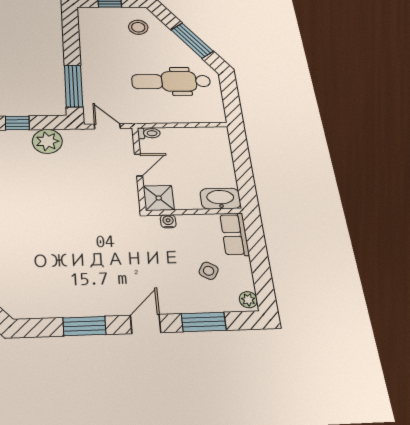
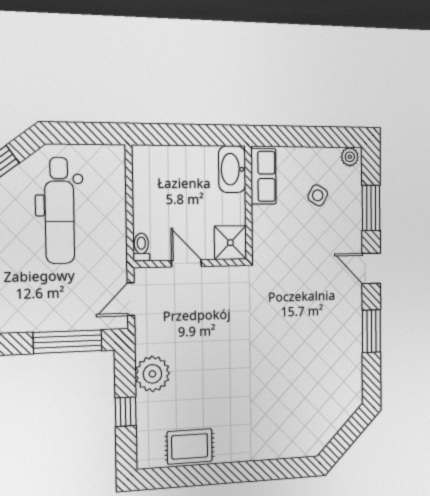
water cooler: (168, 221) -> (260, 234), removed
row of seats: (235, 234) -> (263, 176), moved, turned -90

